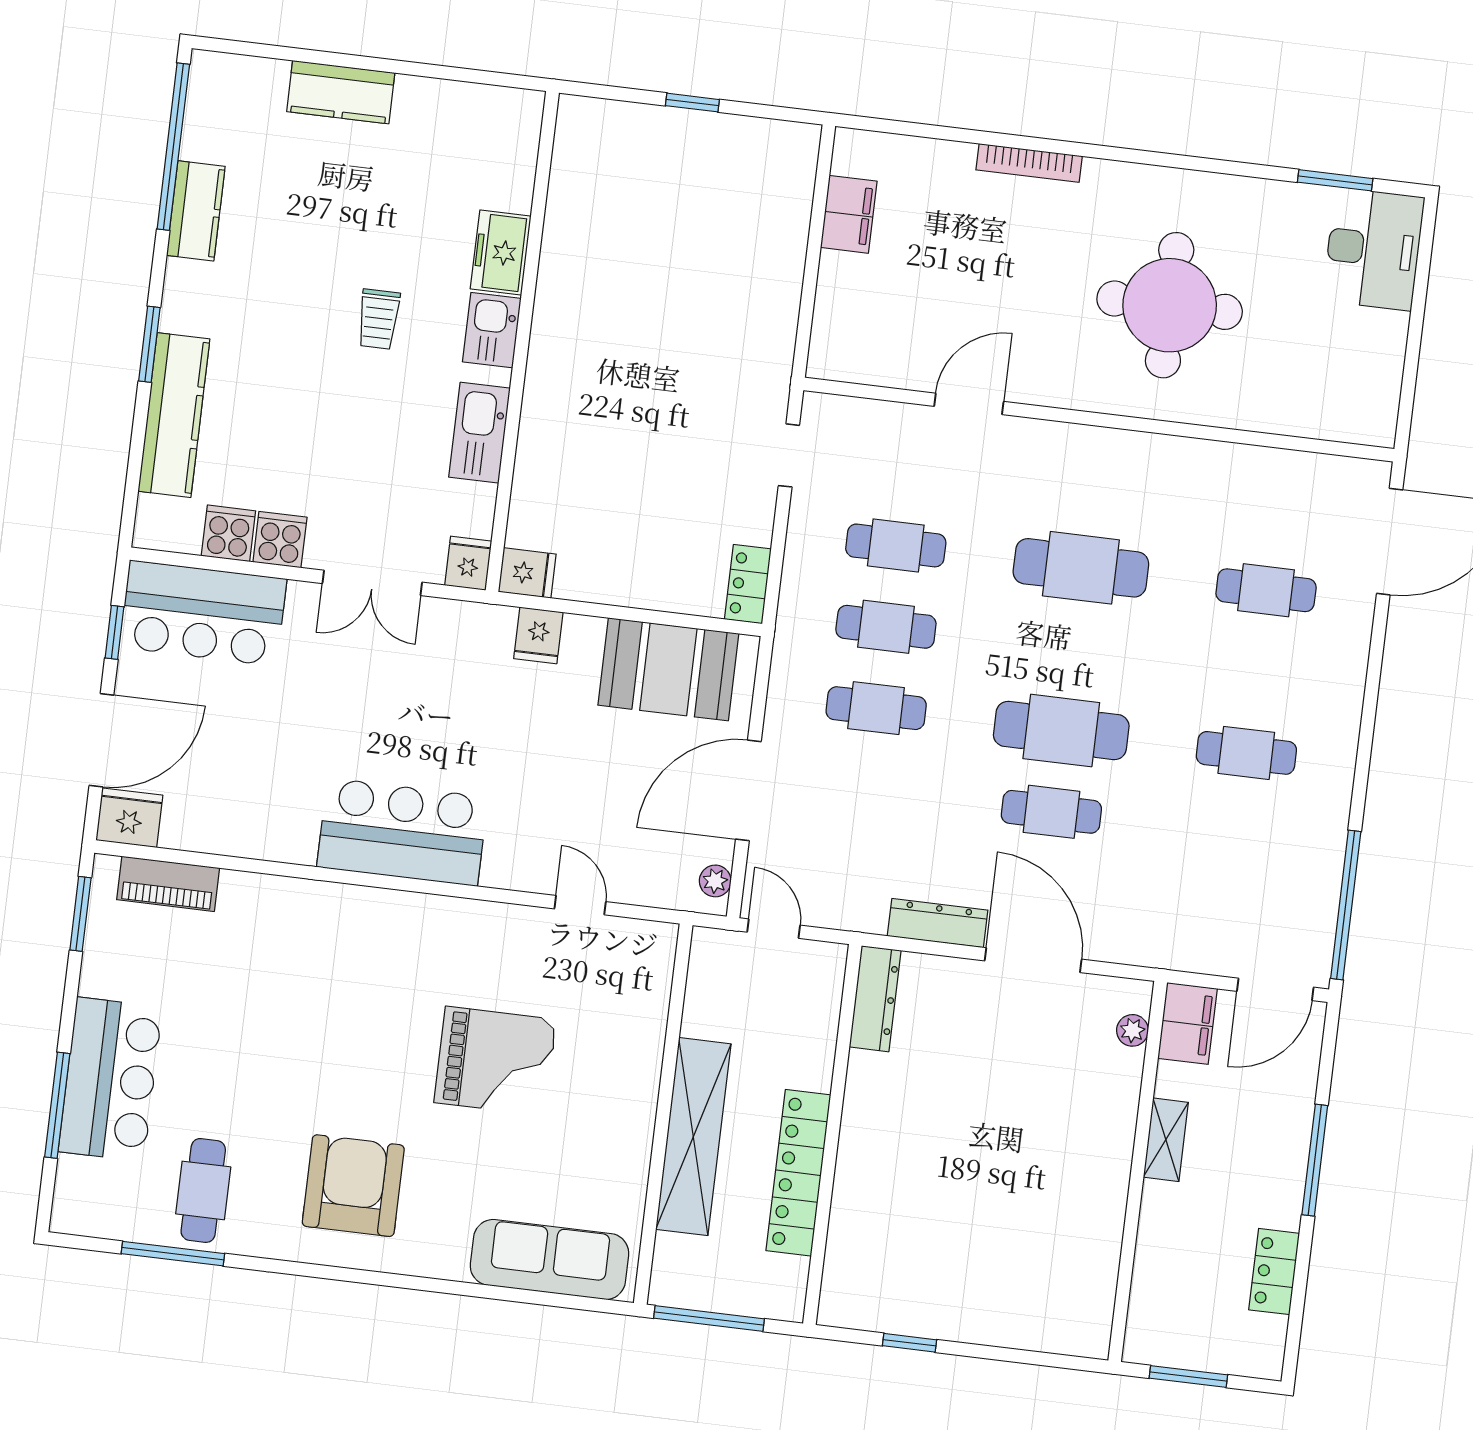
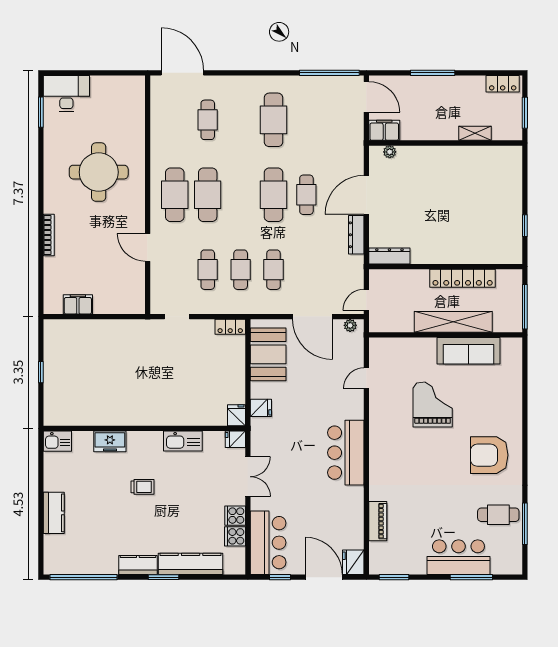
kitchen counter: (196, 211) -> (138, 565), moved
kitchen sink: (492, 330) -> (57, 441), moved
cafe table: (1091, 487) -> (175, 195), added
cafe table: (1246, 753) -> (274, 120), width x1.37, depth x1.35
piano: (168, 884) -> (378, 521), moved
shelving: (1166, 1140) -> (475, 133), moved
sofa: (549, 1259) -> (468, 351), moved, turned -90
locker: (1274, 1272) -> (503, 84), moved

